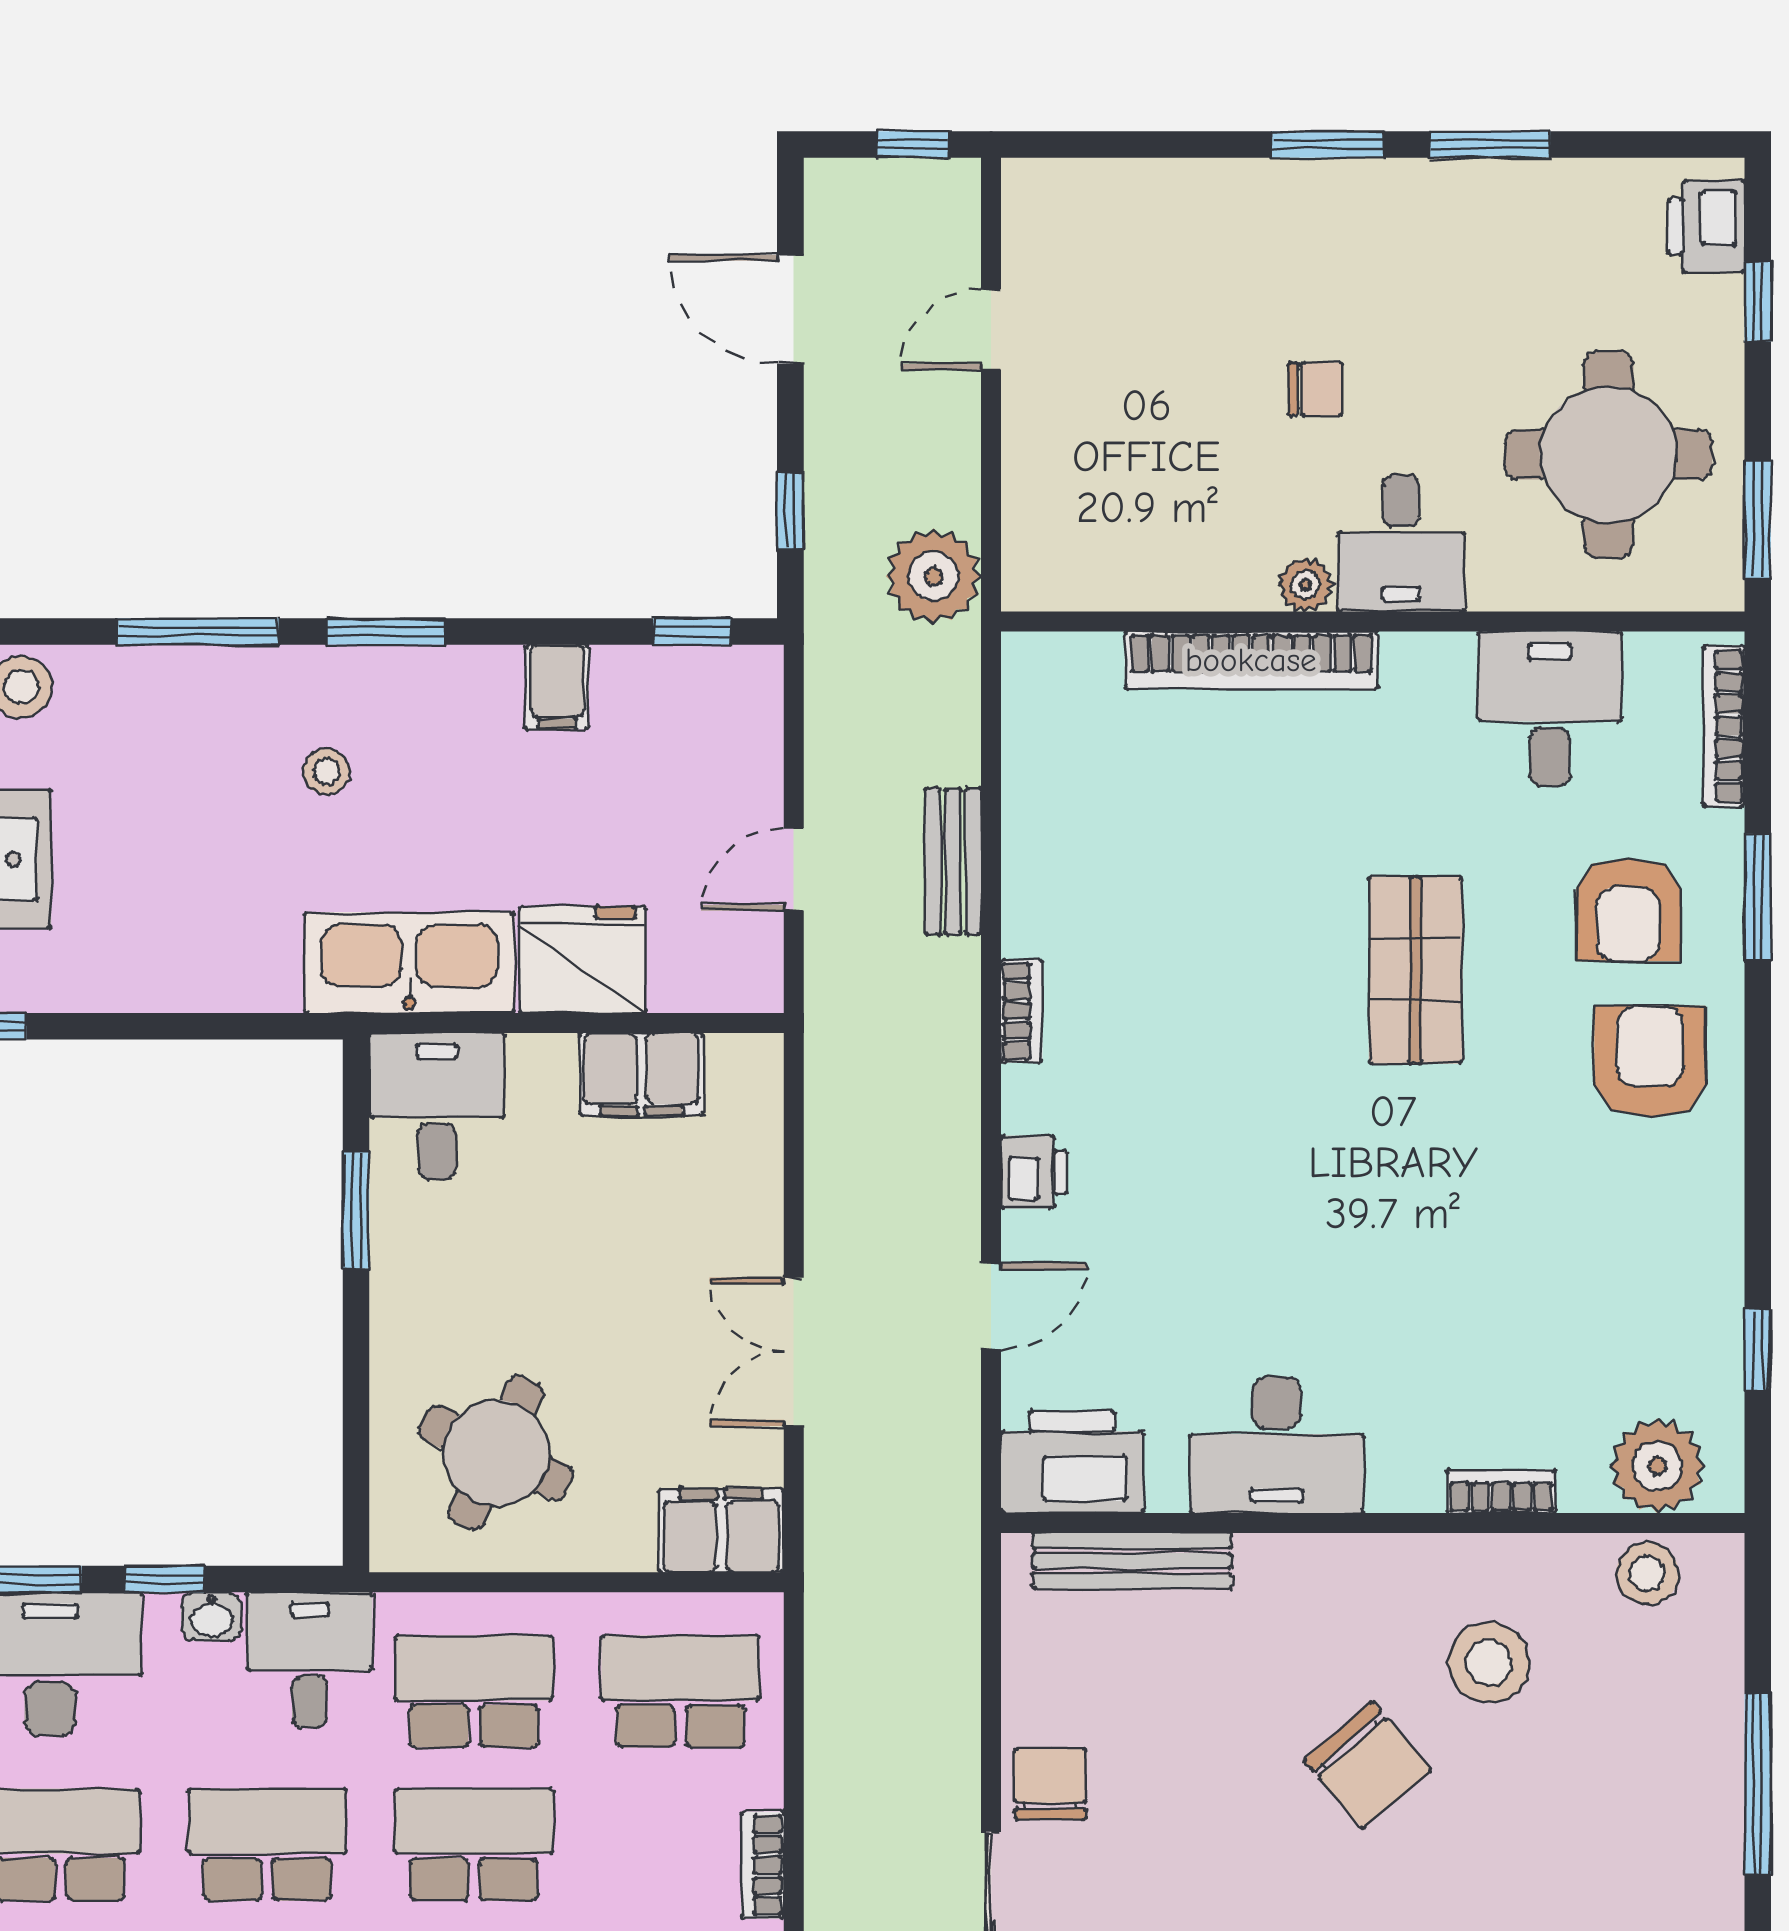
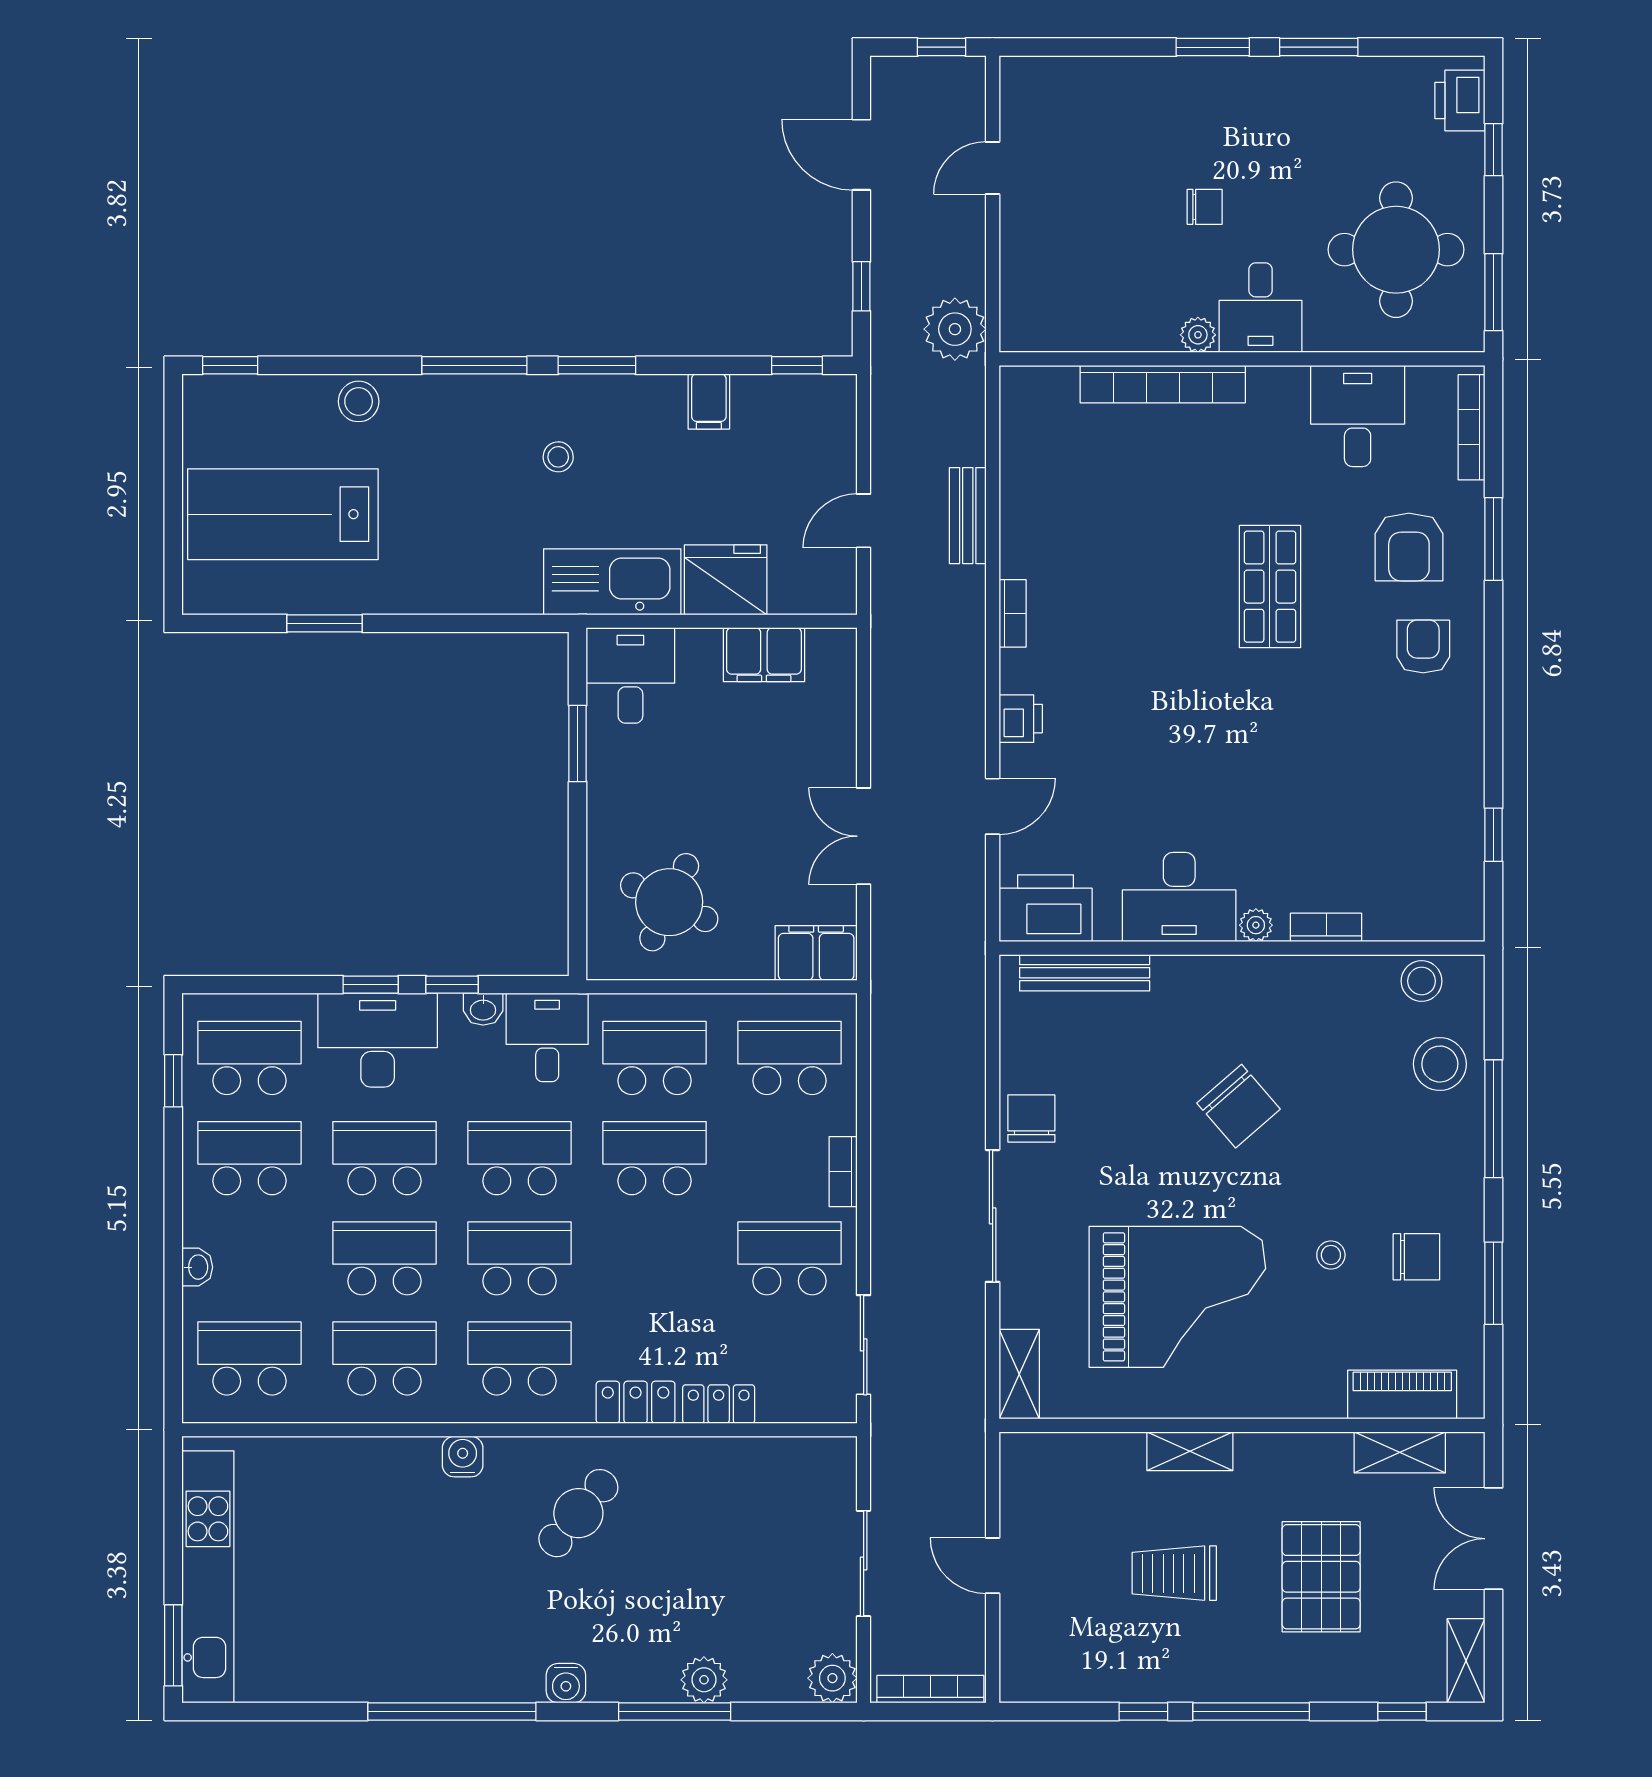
armchair: (1650, 1062) -> (1423, 646), width x0.72, depth x0.72
plant: (1657, 1466) -> (1256, 925), moved, width x0.53, depth x0.53
stool: (1489, 1663) -> (1440, 1064), moved

